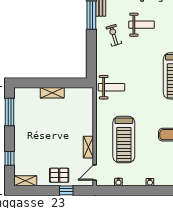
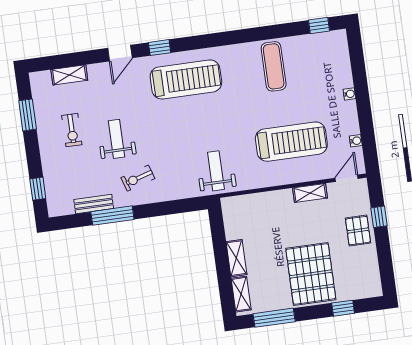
pallet: (35, 140) -> (311, 274), added
door: (95, 172) -> (347, 178), swing flipped
shelving: (25, 181) -> (241, 294), moved

